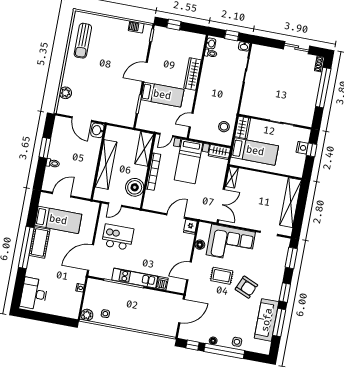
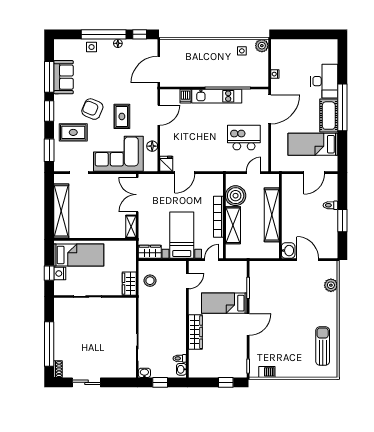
shelving: (144, 149) -> (233, 225), moved
bed: (255, 151) -> (79, 255), moved, turned 180
kitchen island: (118, 237) -> (244, 138), turned 180
rug: (267, 270) -> (73, 132), added
rug: (222, 276) -> (122, 116), turned 90
desk: (34, 294) -> (324, 81), moved
sofa: (267, 320) -> (63, 77), width x0.73

